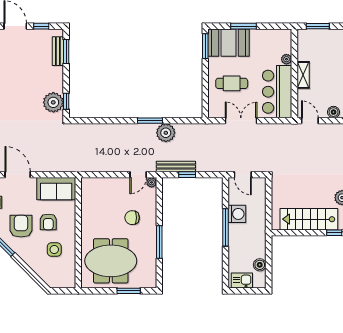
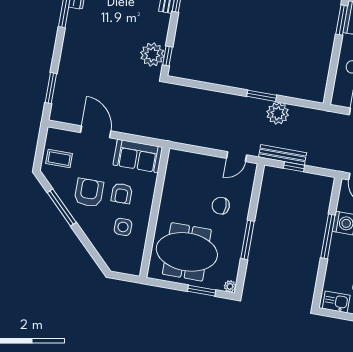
plant: (152, 182) -> (230, 286), moved

